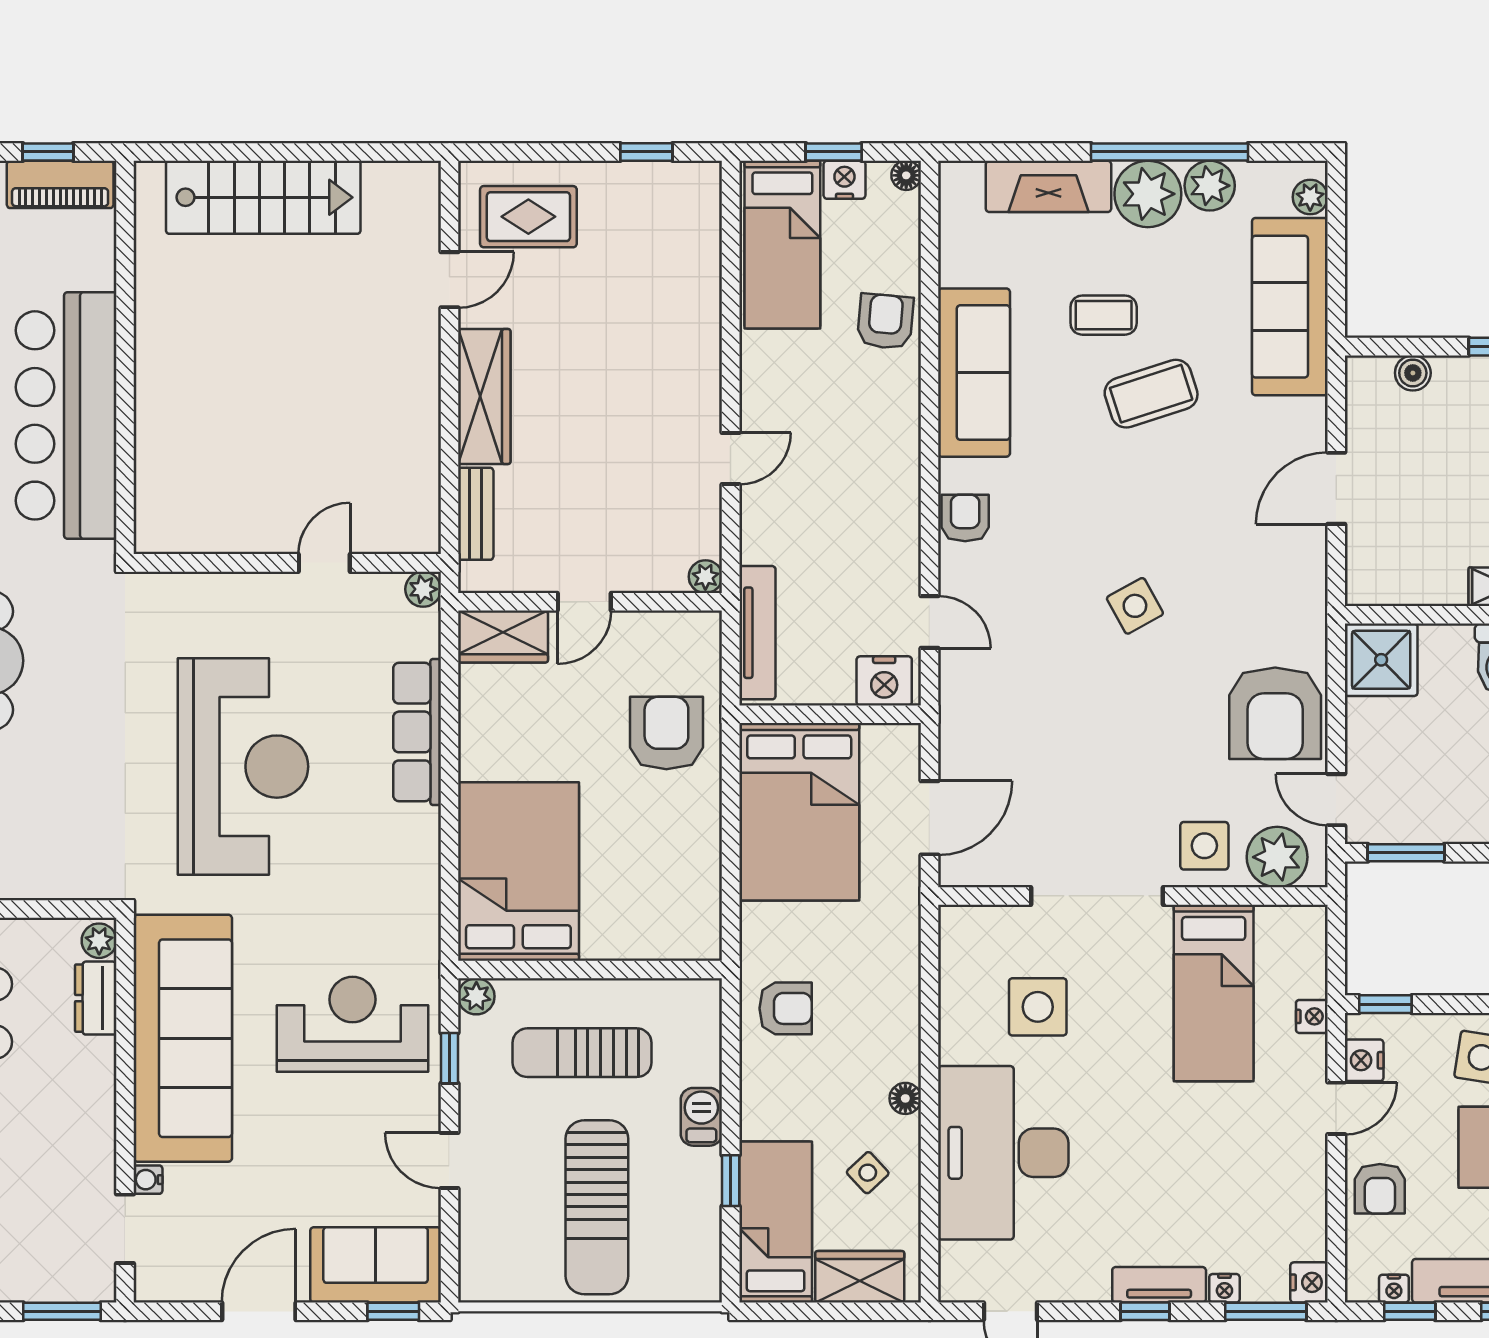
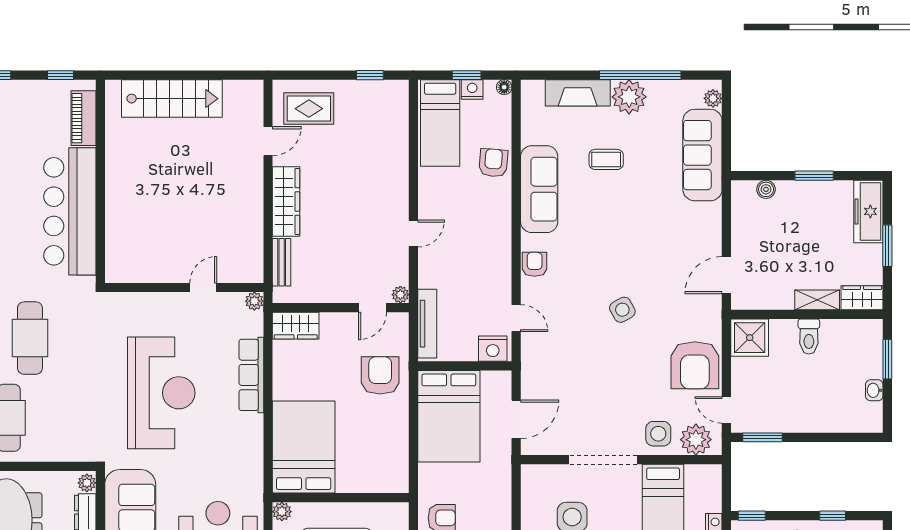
piano: (60, 184) -> (84, 118), moved, turned 90
plant: (1210, 186) -> (661, 92), removed
coffee table: (1151, 394) -> (631, 200), removed
door: (1336, 488) -> (726, 275), moved
door: (584, 602) -> (373, 308), moved

